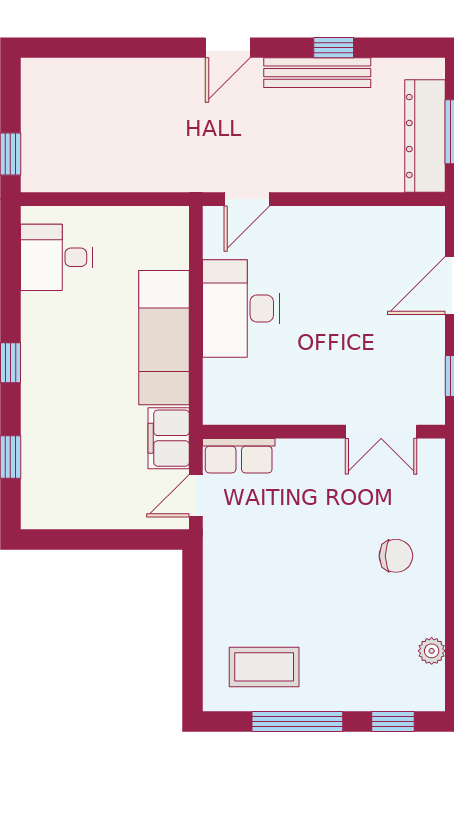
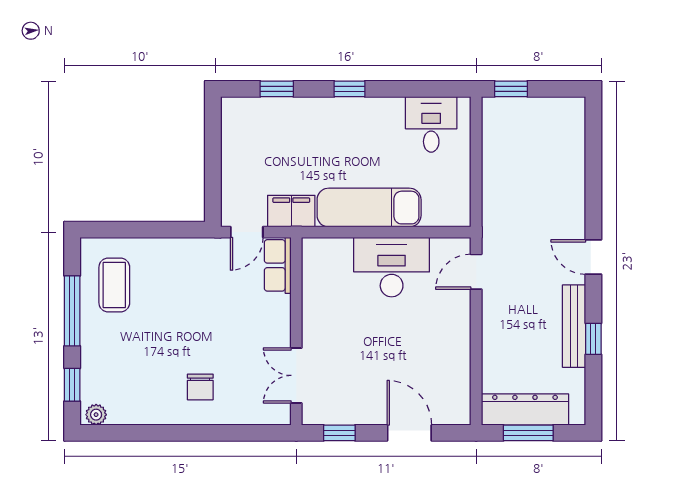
door: (247, 199) -> (476, 272), hinge flipped
door: (196, 496) -> (247, 232), swing flipped
plant: (432, 651) -> (96, 415), moved

